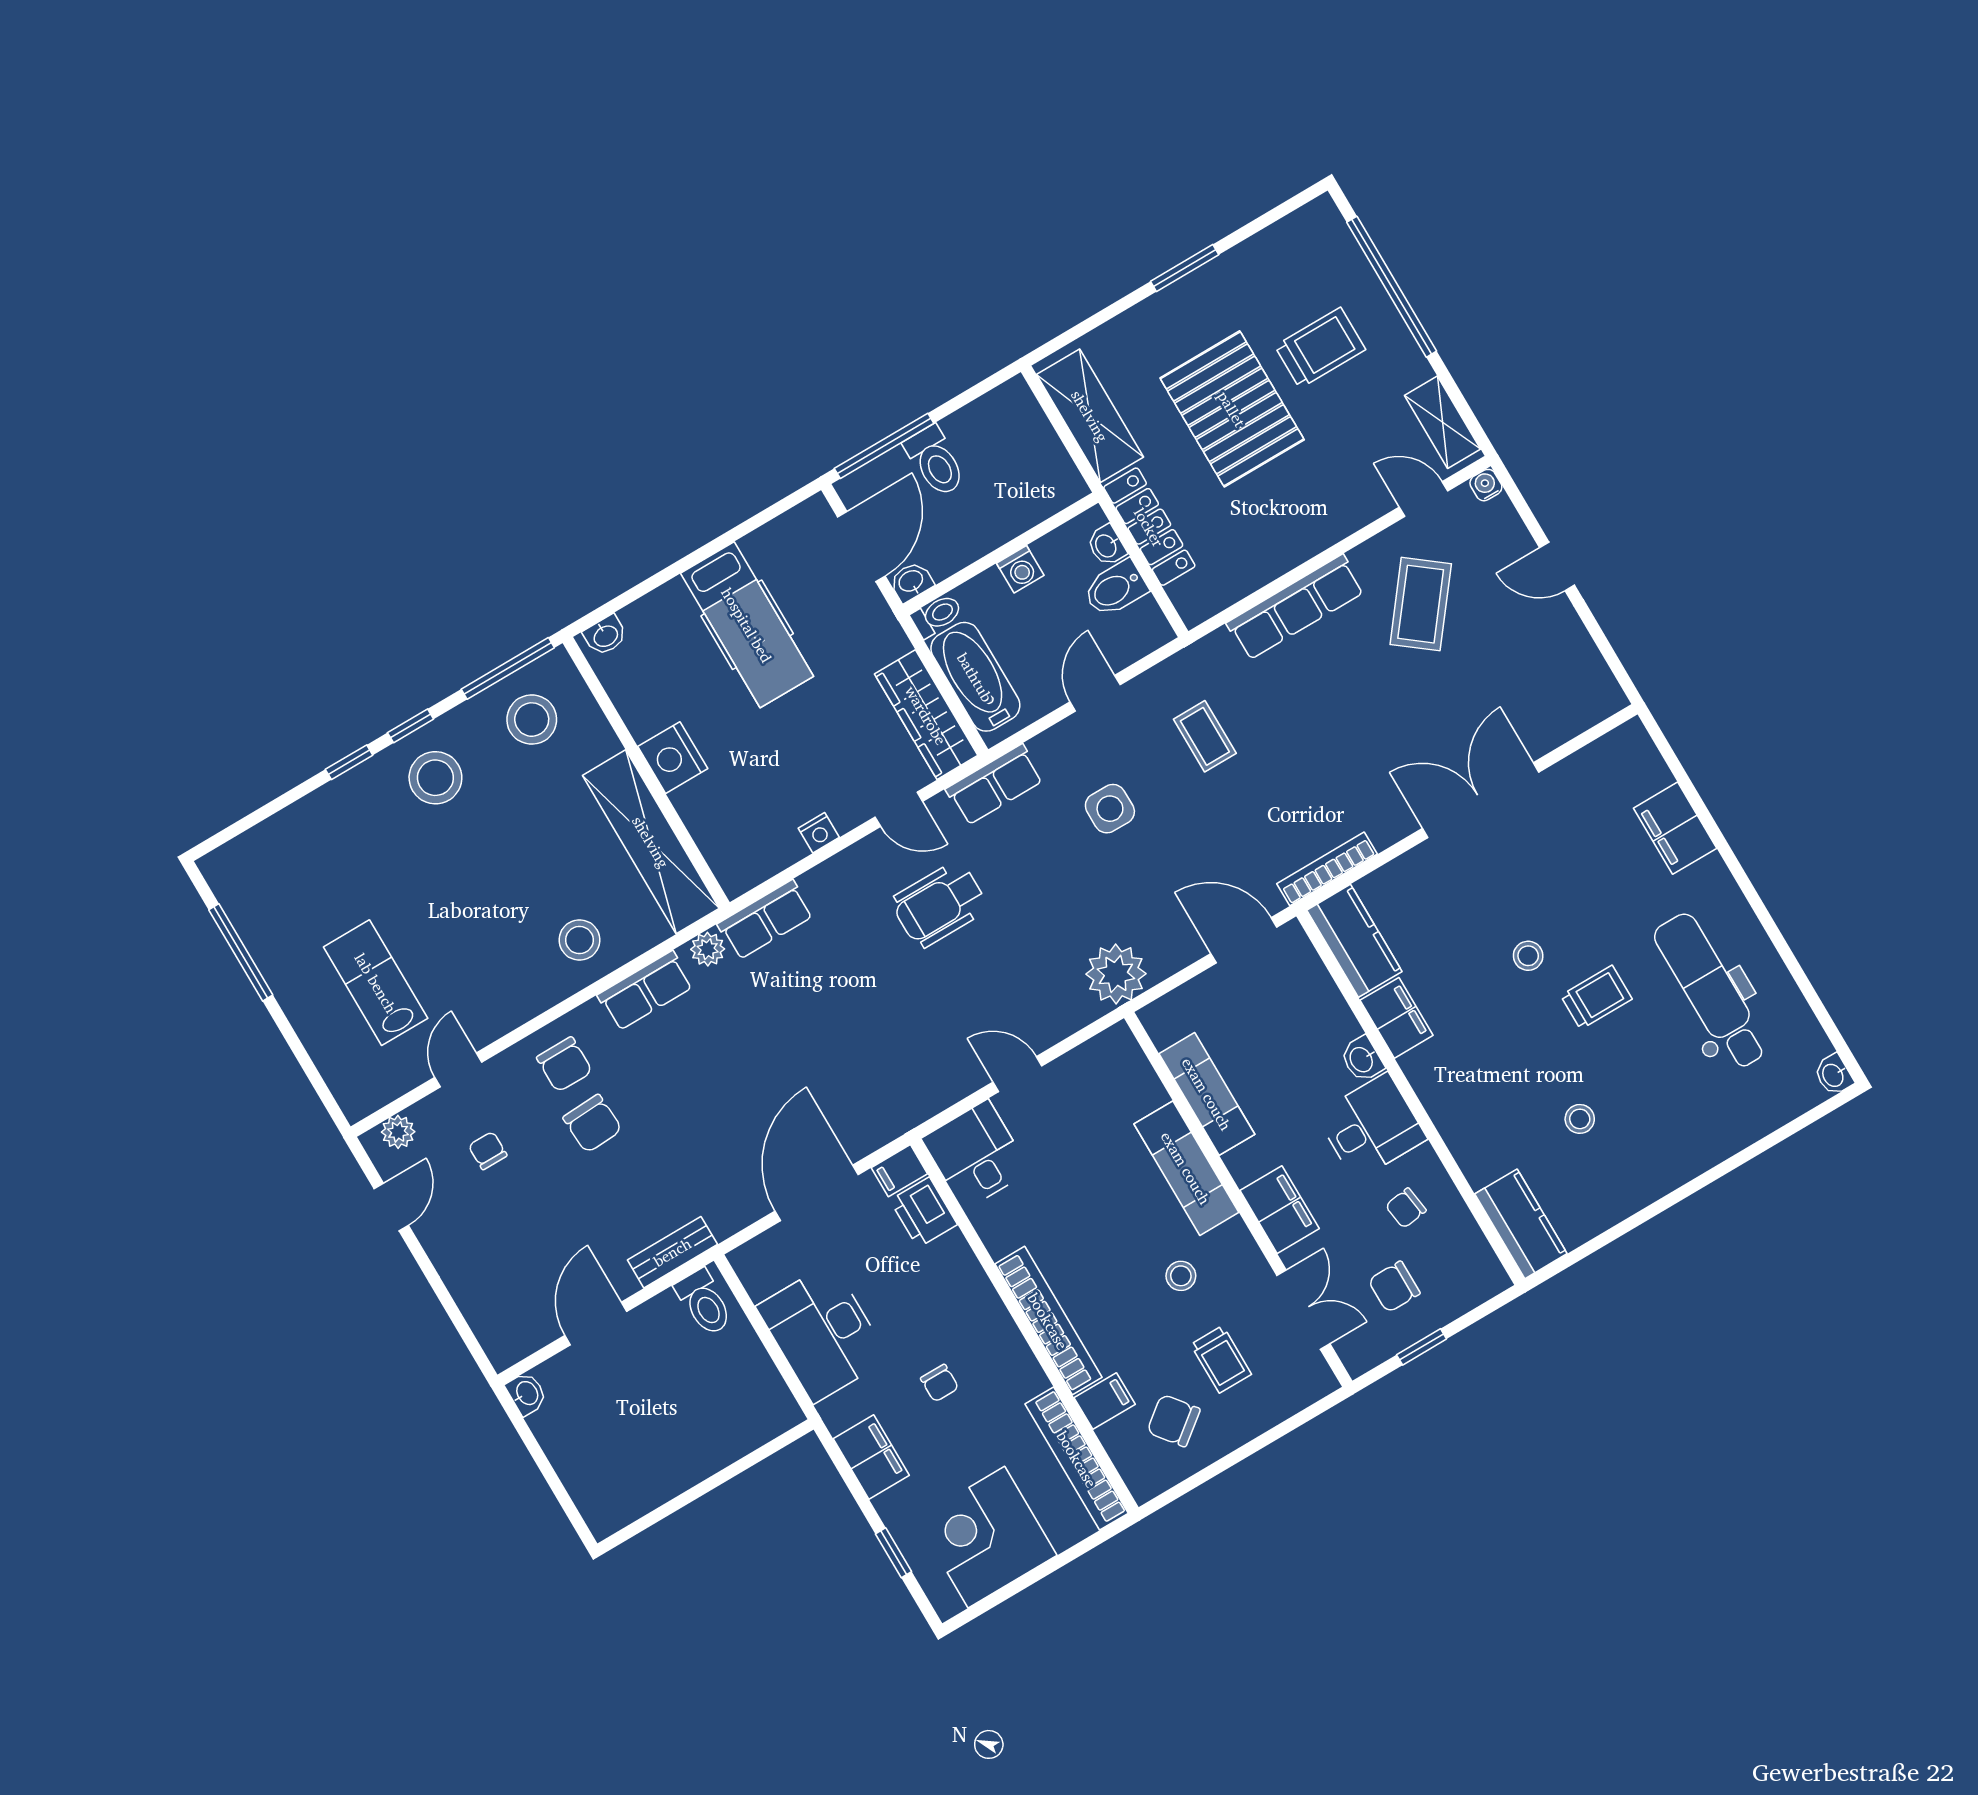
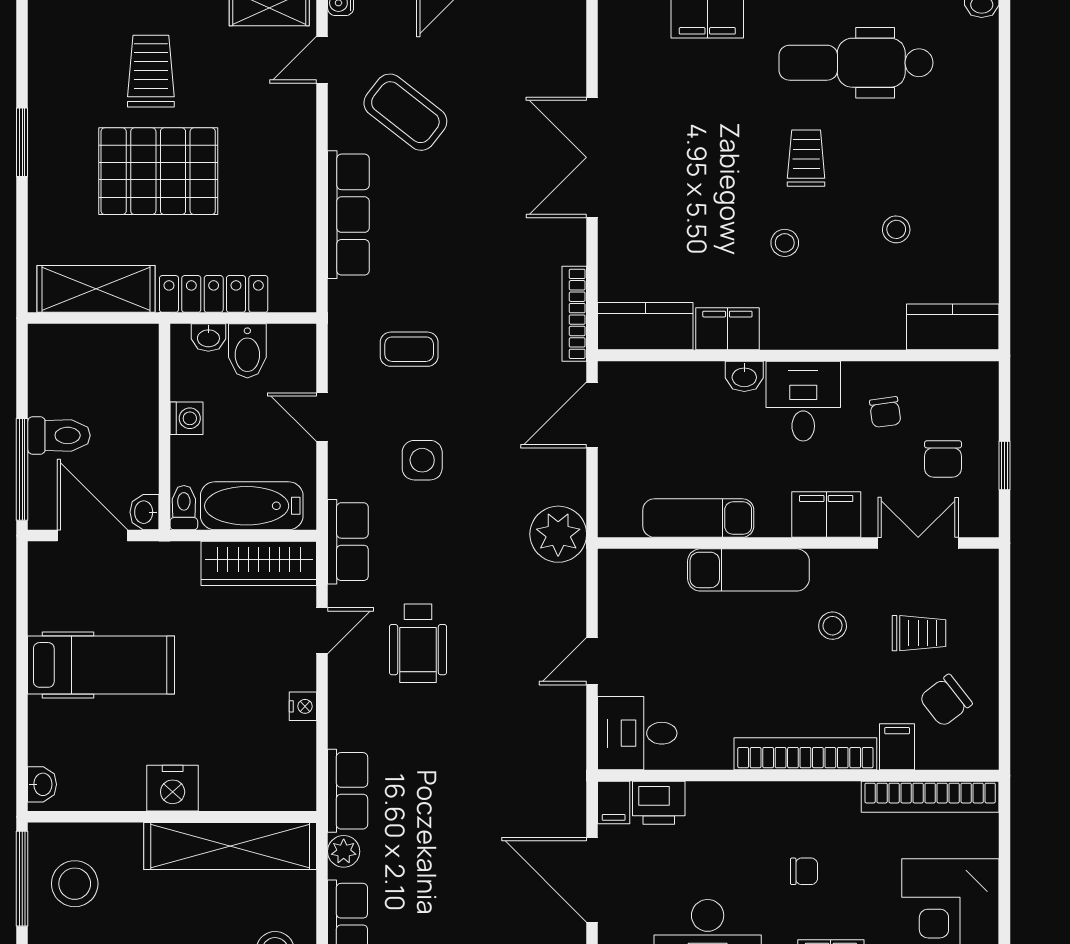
stool: (1528, 956) -> (785, 243), moved

